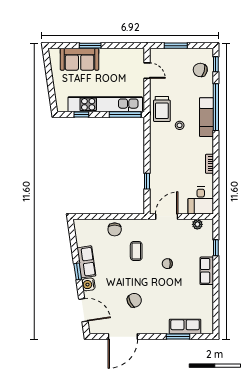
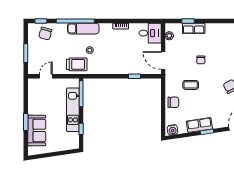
kitchen unit: (105, 104) -> (73, 110), width x0.73
row of seats: (207, 271) -> (194, 28), moved
water cooler: (88, 284) -> (173, 130), moved

